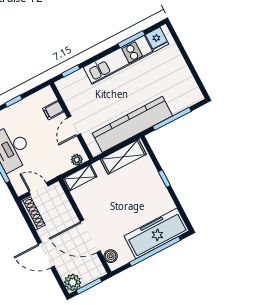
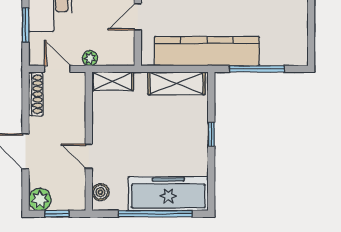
plant: (77, 160) -> (90, 58), moved
door: (90, 236) -> (89, 156), width x0.53
window: (89, 286) -> (57, 214), width x0.67

